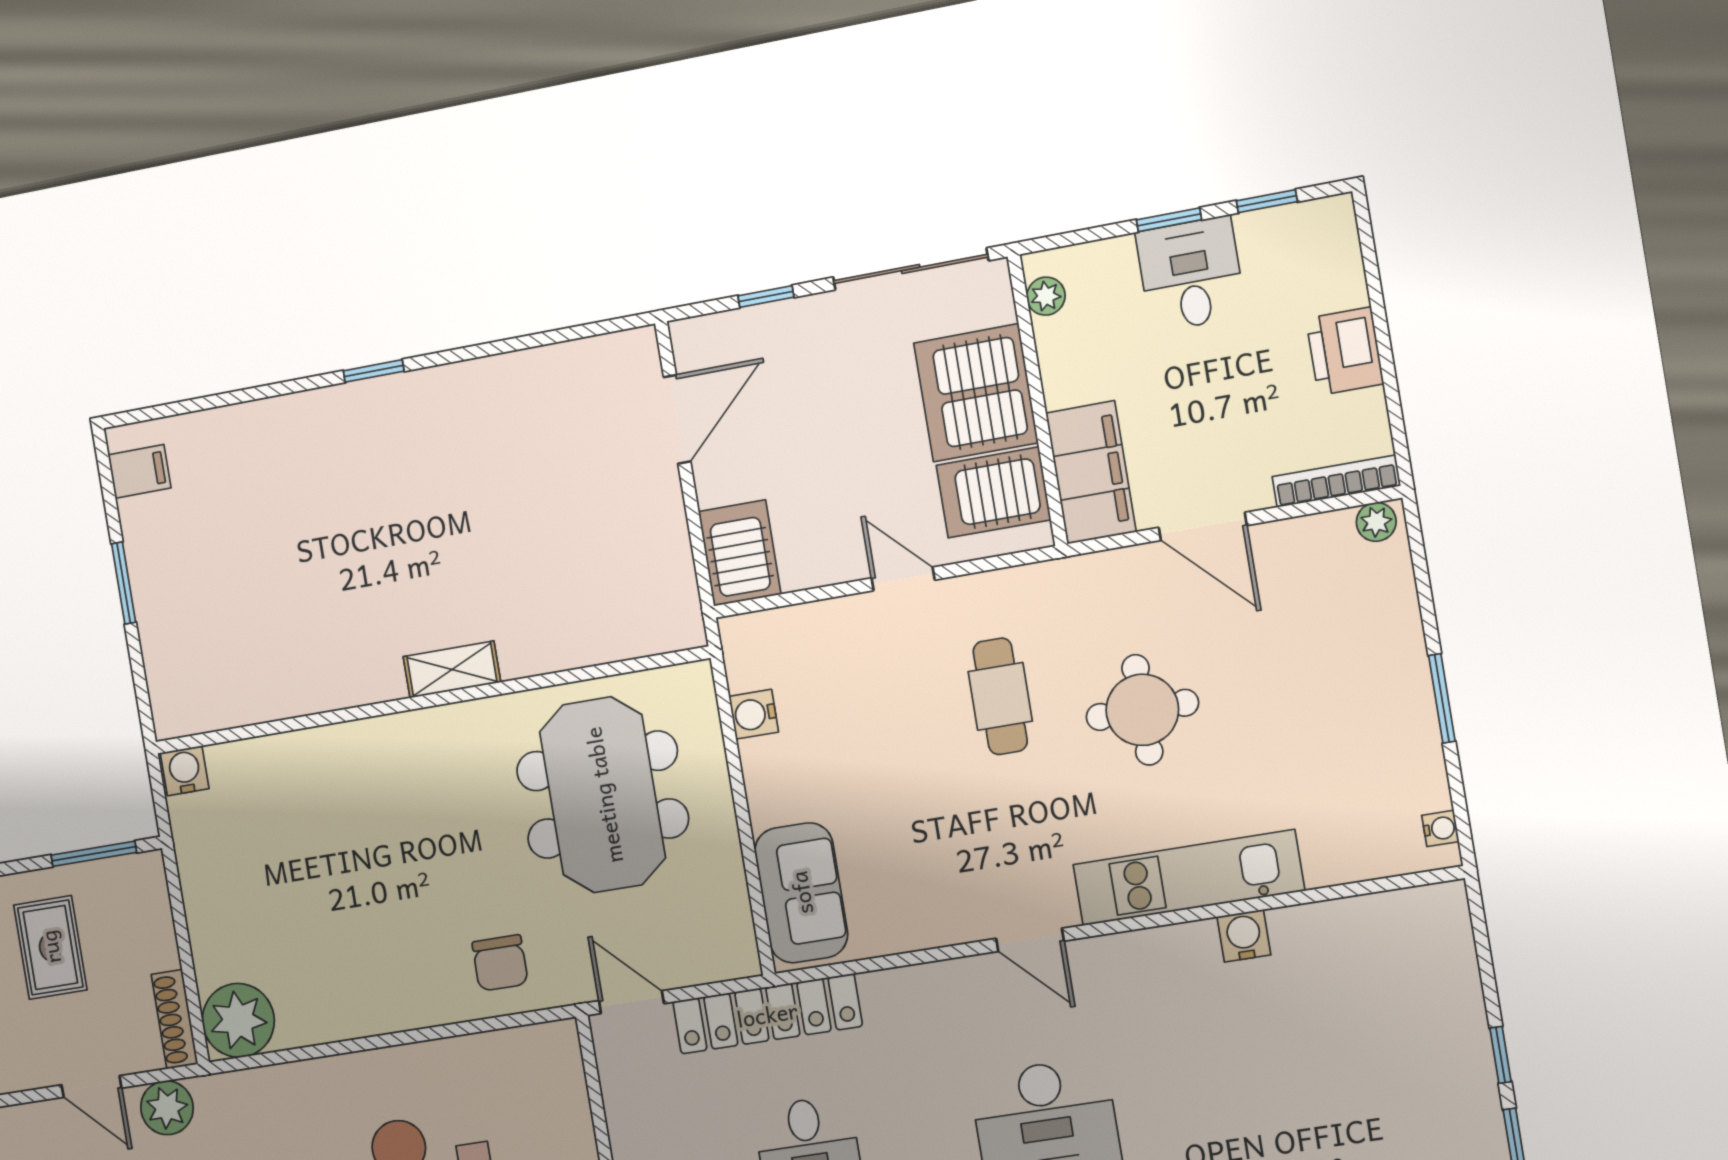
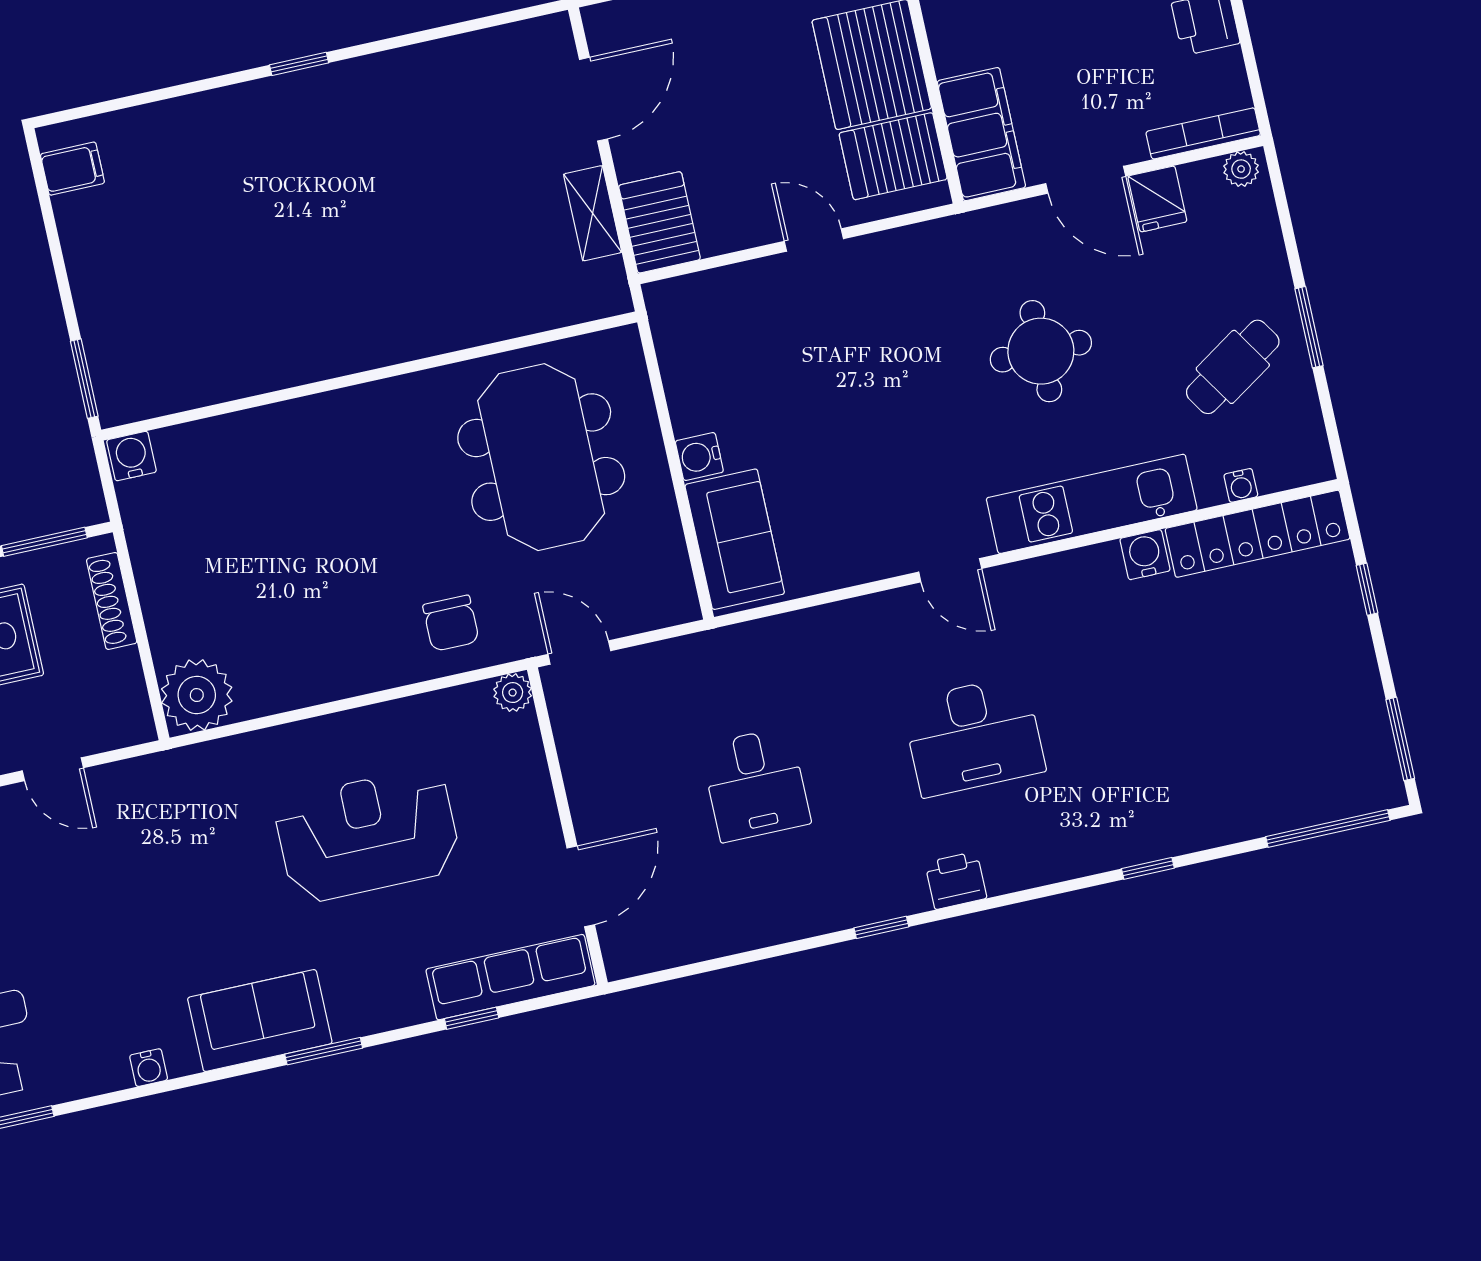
fridge: (1281, 551) -> (1157, 199), added
window: (124, 583) -> (84, 379), moved
shelving: (452, 669) -> (593, 213), moved, turned 90
cafe table: (1000, 696) -> (1233, 367), moved, turned 57
water cooler: (754, 714) -> (699, 457), moved
water cooler: (1440, 828) -> (1241, 485), moved, turned 90
locker: (767, 1014) -> (1258, 534), moved
shoe rack: (175, 1019) -> (112, 601), moved
window: (1500, 1055) -> (1367, 589), moved
plant: (167, 1108) -> (513, 693), moved, width x0.73, depth x0.73

